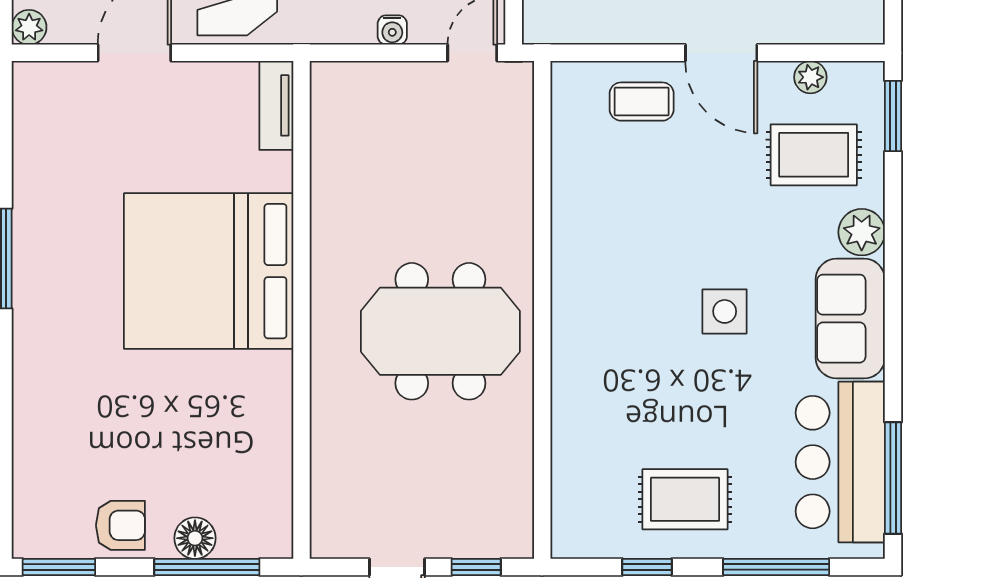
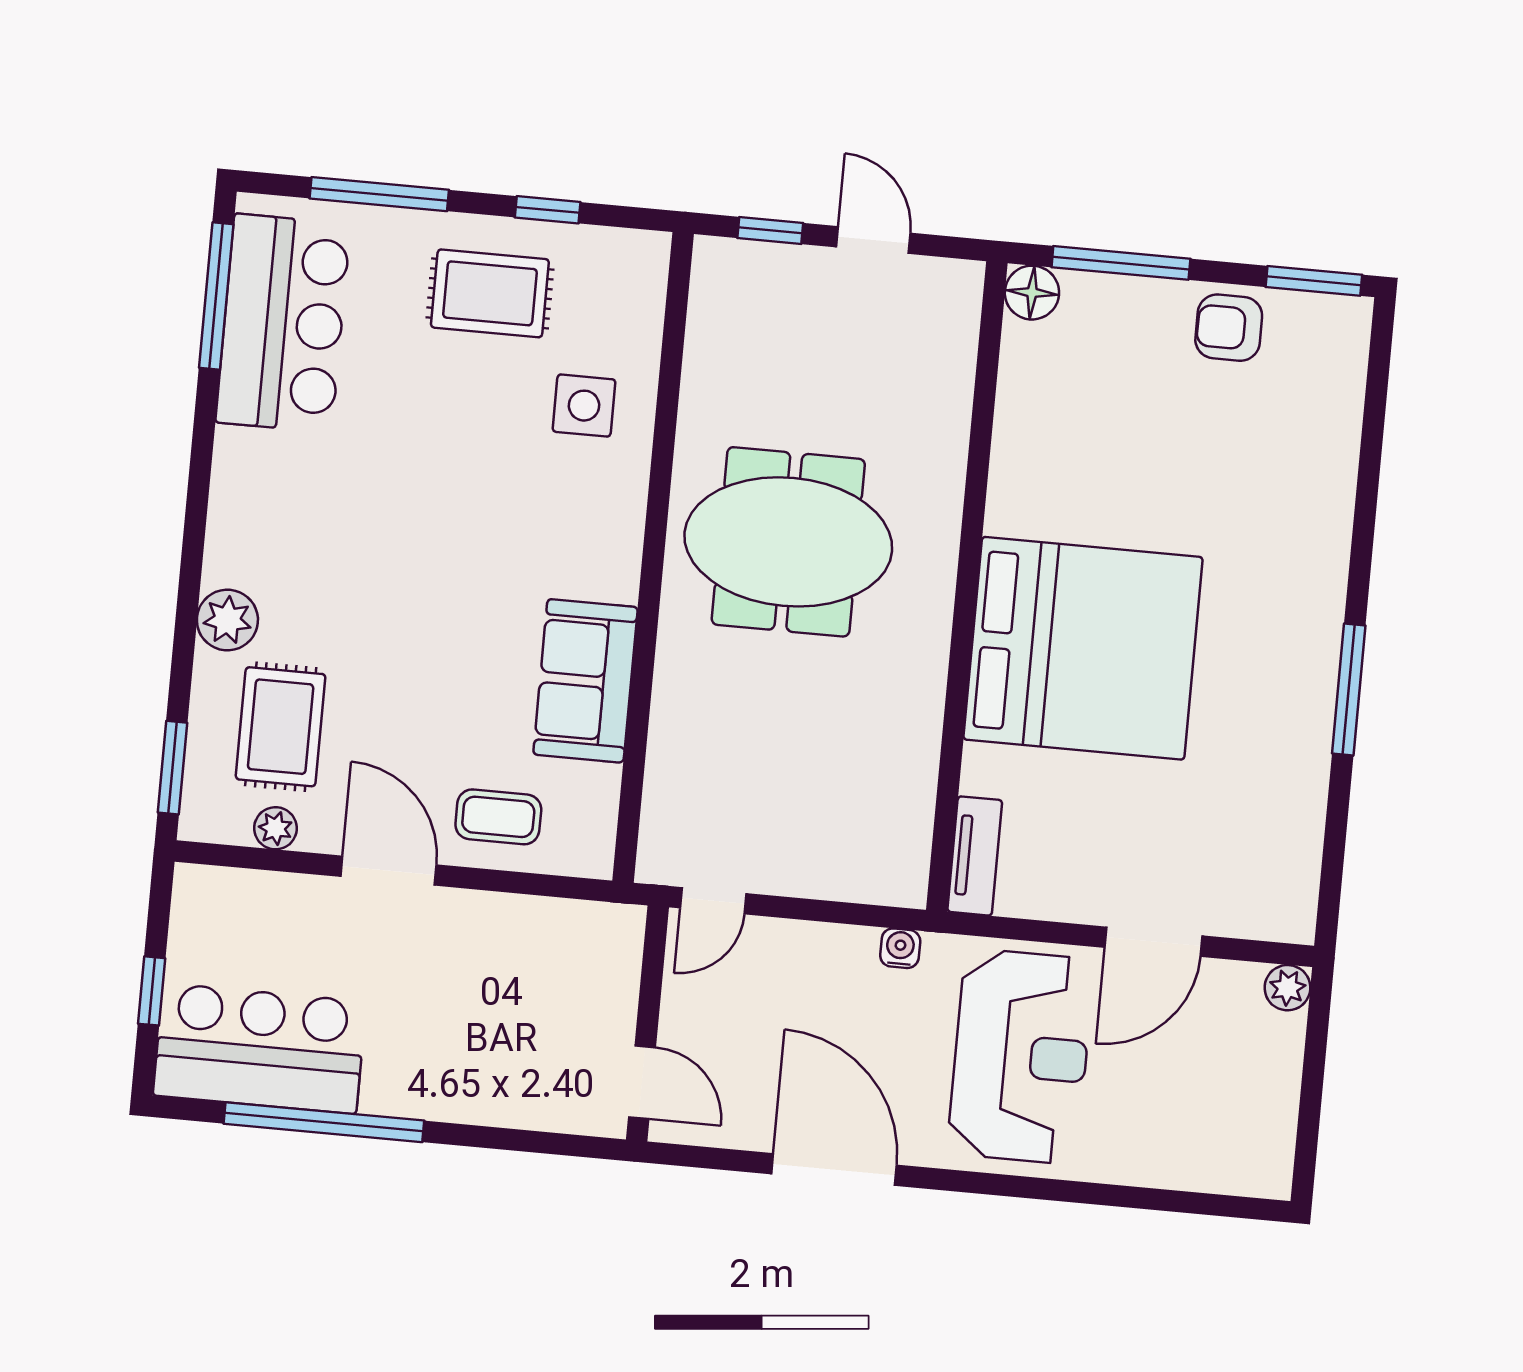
water cooler: (392, 30) -> (900, 948), moved
rug: (814, 155) -> (281, 727), turned 90
side table: (725, 311) -> (584, 406), moved
sofa: (850, 319) -> (585, 681), moved, turned 180
floor lamp: (195, 538) -> (1032, 293), moved

